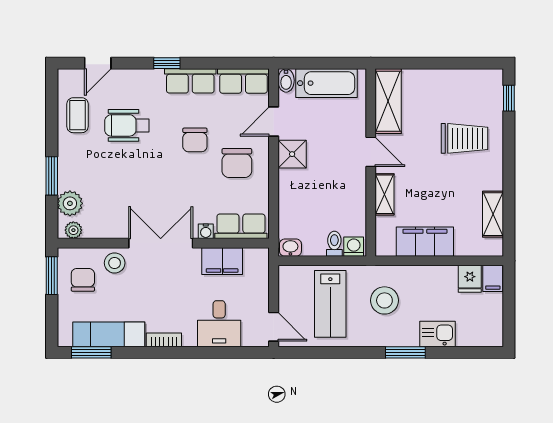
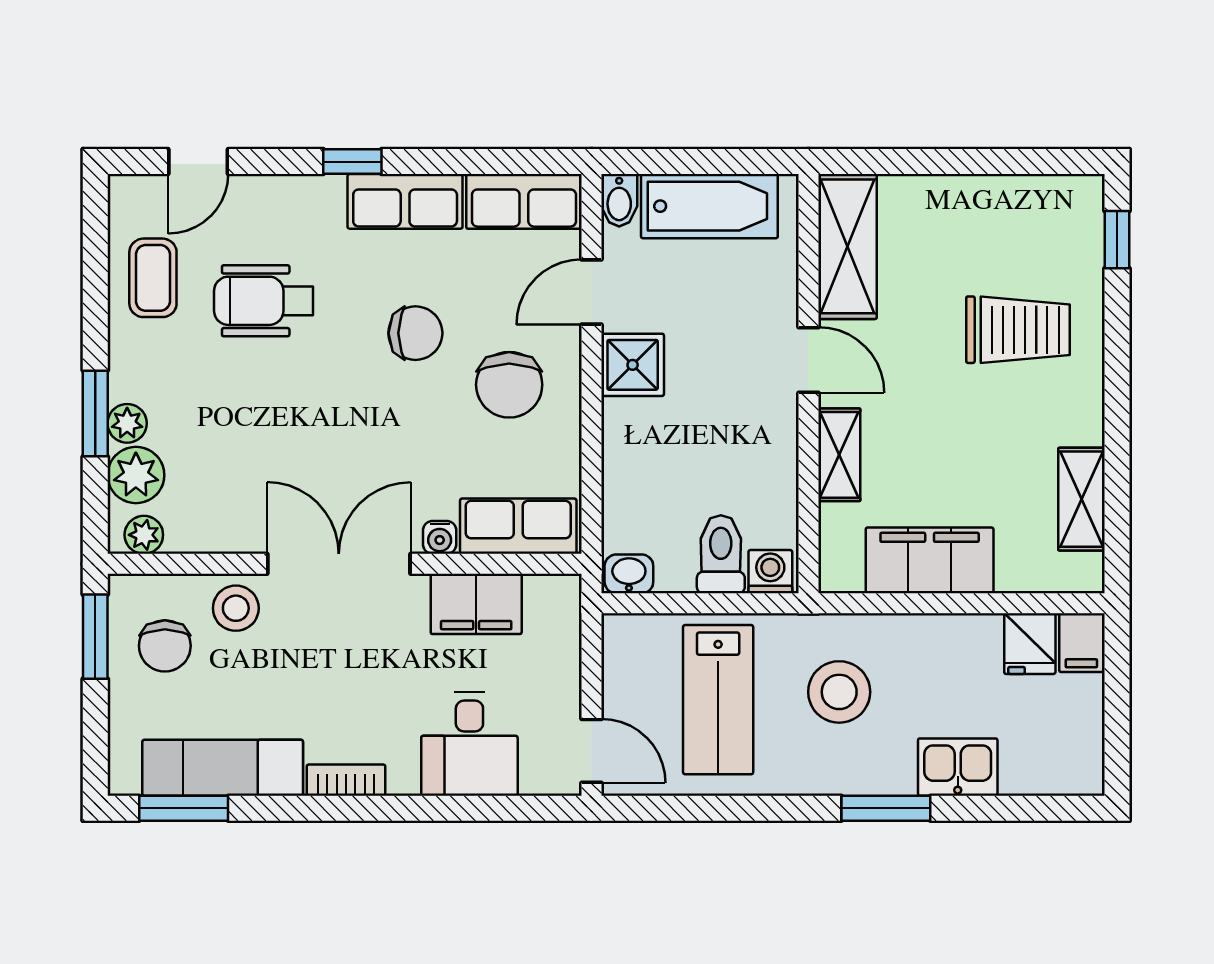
chair: (195, 140) -> (415, 333), turned -90
plant: (66, 180) -> (127, 423), added
toilet: (334, 244) -> (721, 554), width x1.37, depth x1.39
chair: (83, 280) -> (165, 646), turned 180

